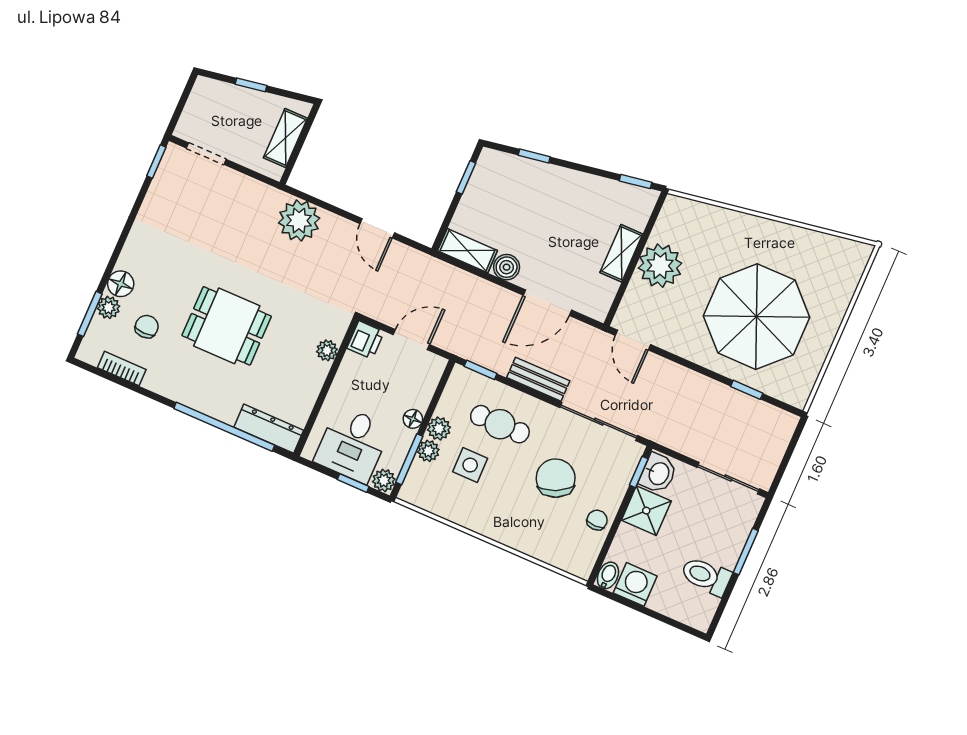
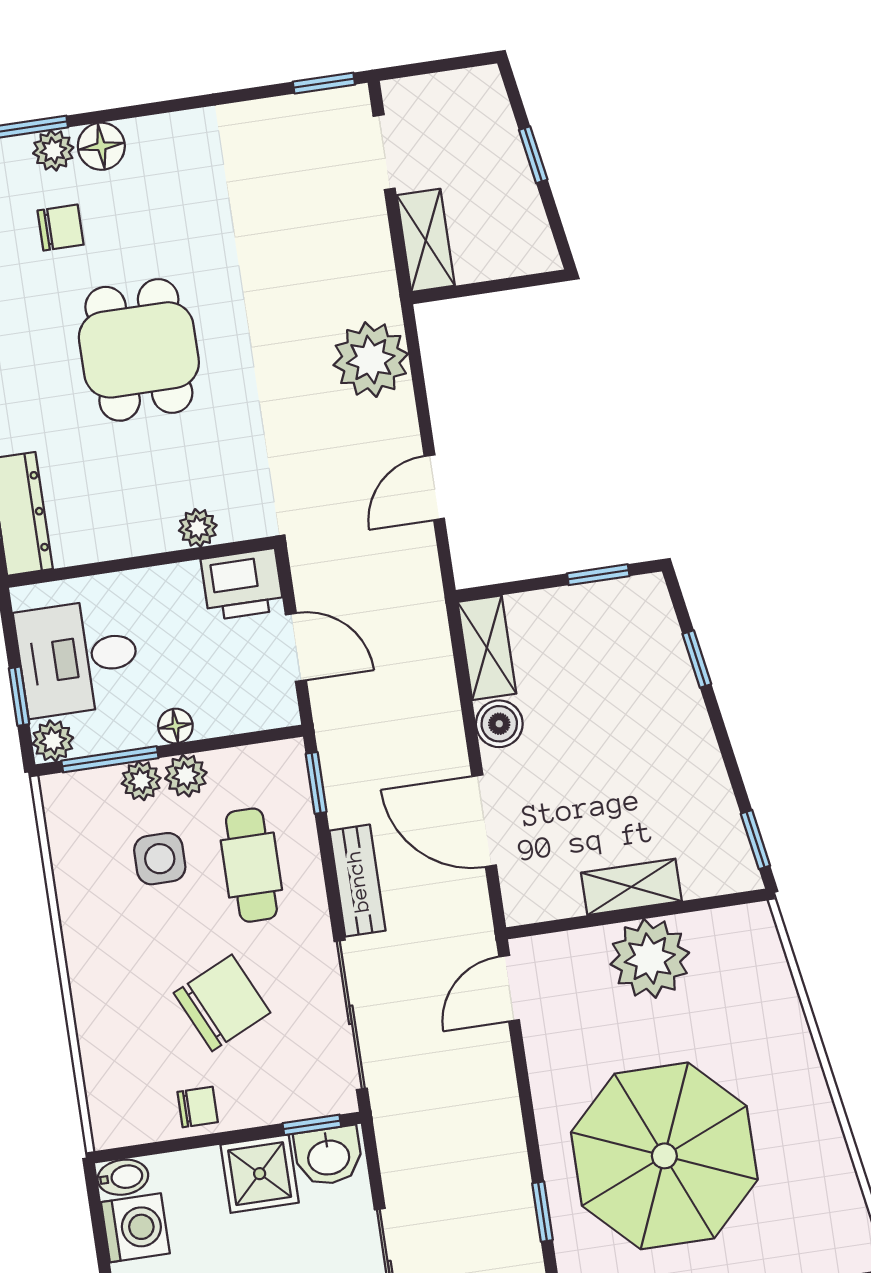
shelving: (285, 138) -> (426, 240), moved, turned 90
printer: (365, 340) -> (242, 584), width x1.36, depth x1.24

